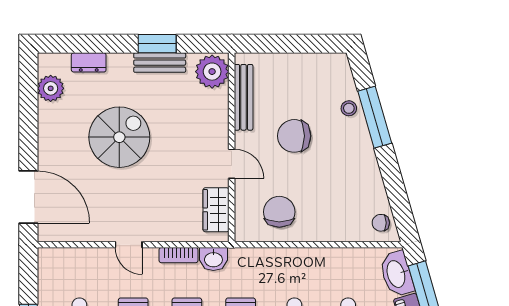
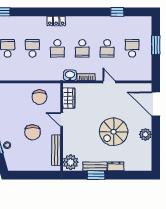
dresser: (89, 62) -> (116, 166), moved
plant: (51, 88) -> (145, 134), moved
chair: (294, 136) -> (33, 132), turned 90

